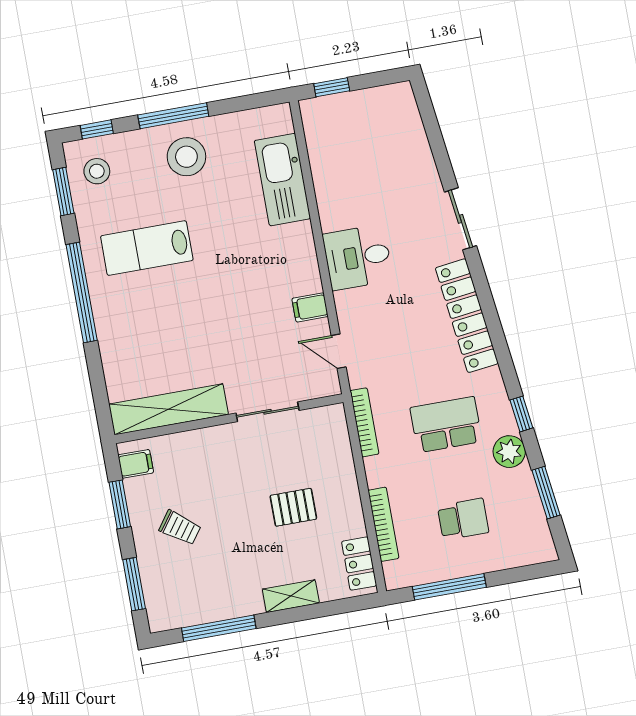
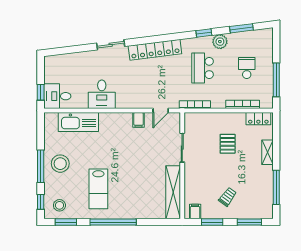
desk: (330, 124) -> (57, 96), added
desk: (358, 257) -> (102, 94), moved

